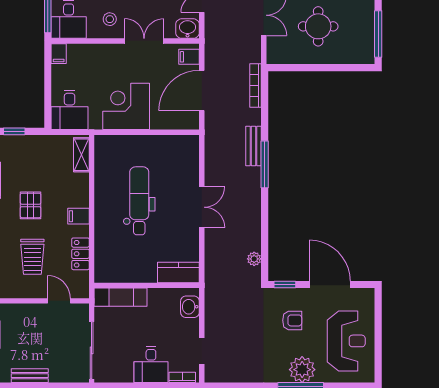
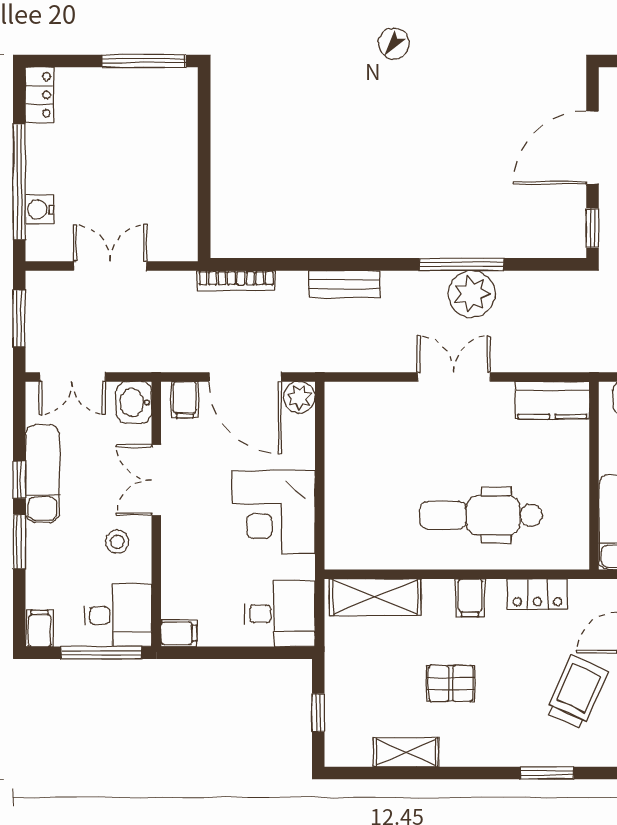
round table: (318, 26) -> (130, 168), removed
plant: (190, 121) -> (299, 397), added
shelving: (81, 155) -> (375, 597), width x1.50, depth x1.33
window: (265, 164) -> (462, 264), moved
dental chair: (139, 201) -> (481, 515), moved
trolley: (32, 257) -> (577, 692), moved, turned -66
plant: (254, 259) -> (472, 294), moved, width x1.88, depth x1.88
kitchen counter: (178, 272) -> (552, 400), moved, turned -90

